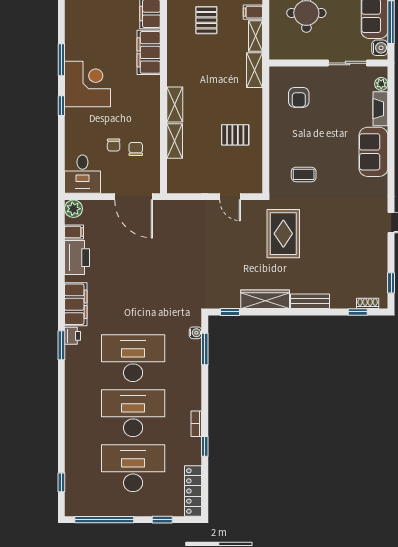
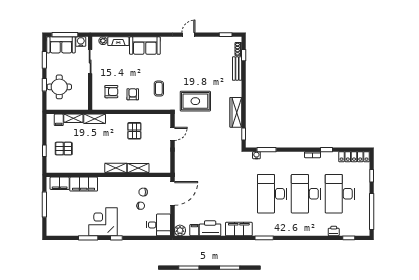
armchair: (294, 132) -> (133, 94), added
bench: (310, 301) -> (237, 69), moved
printer: (72, 336) -> (334, 231), moved

